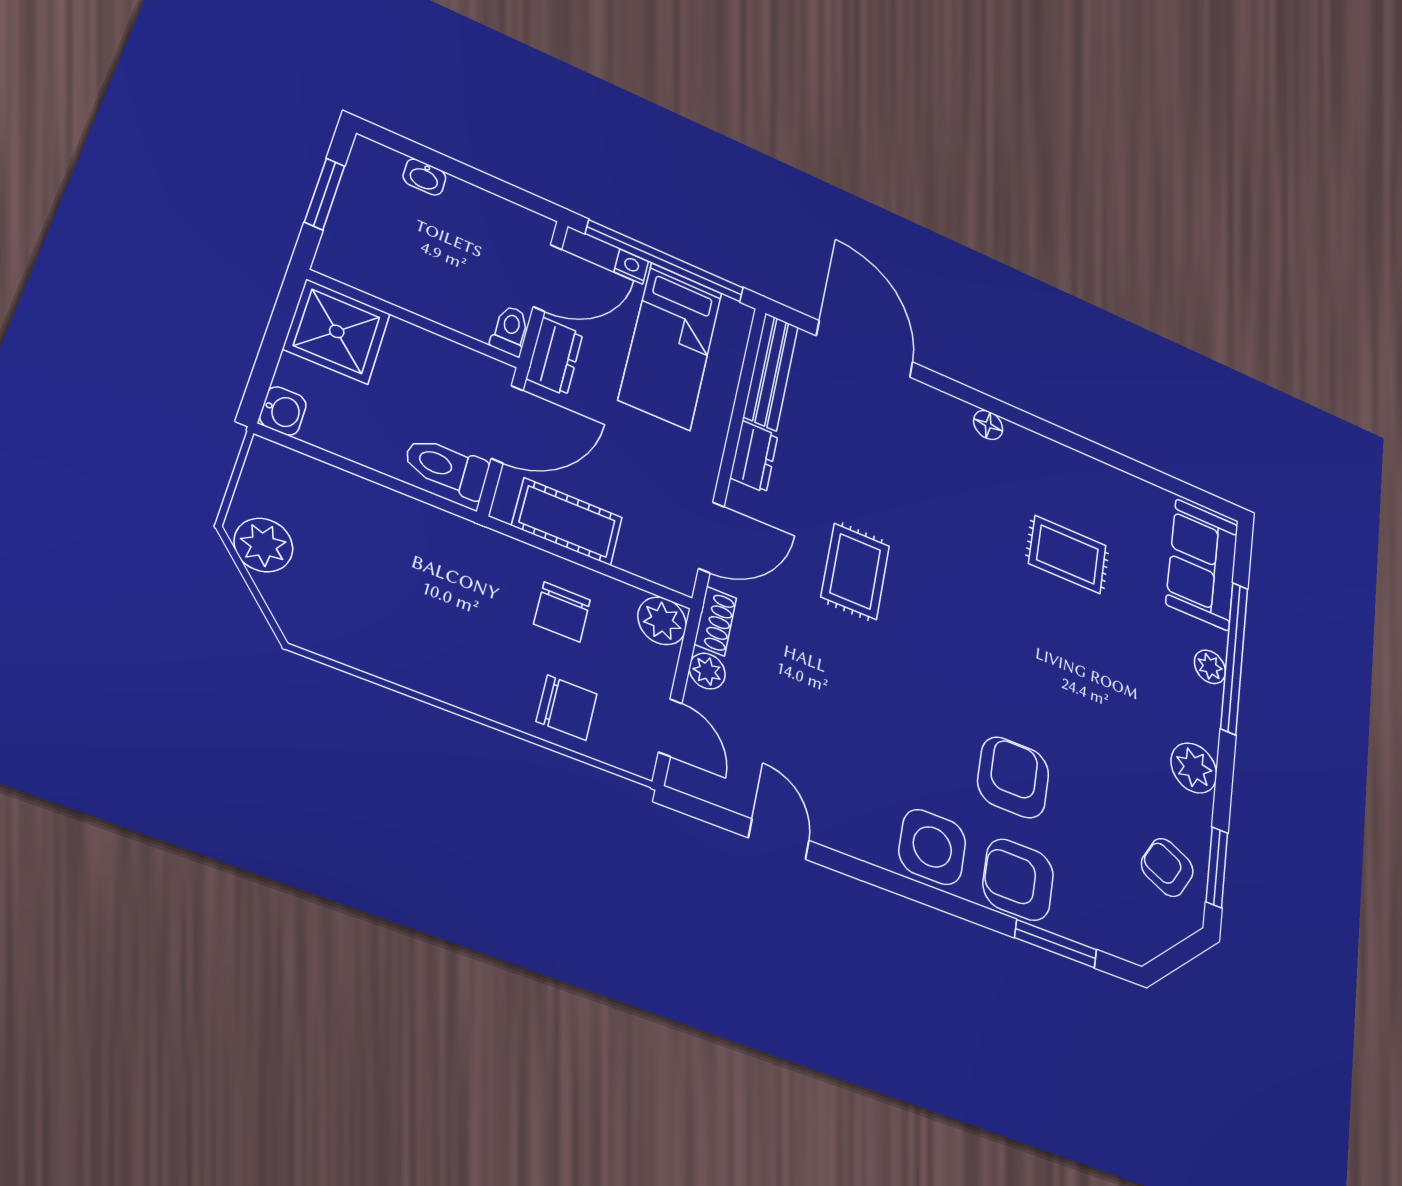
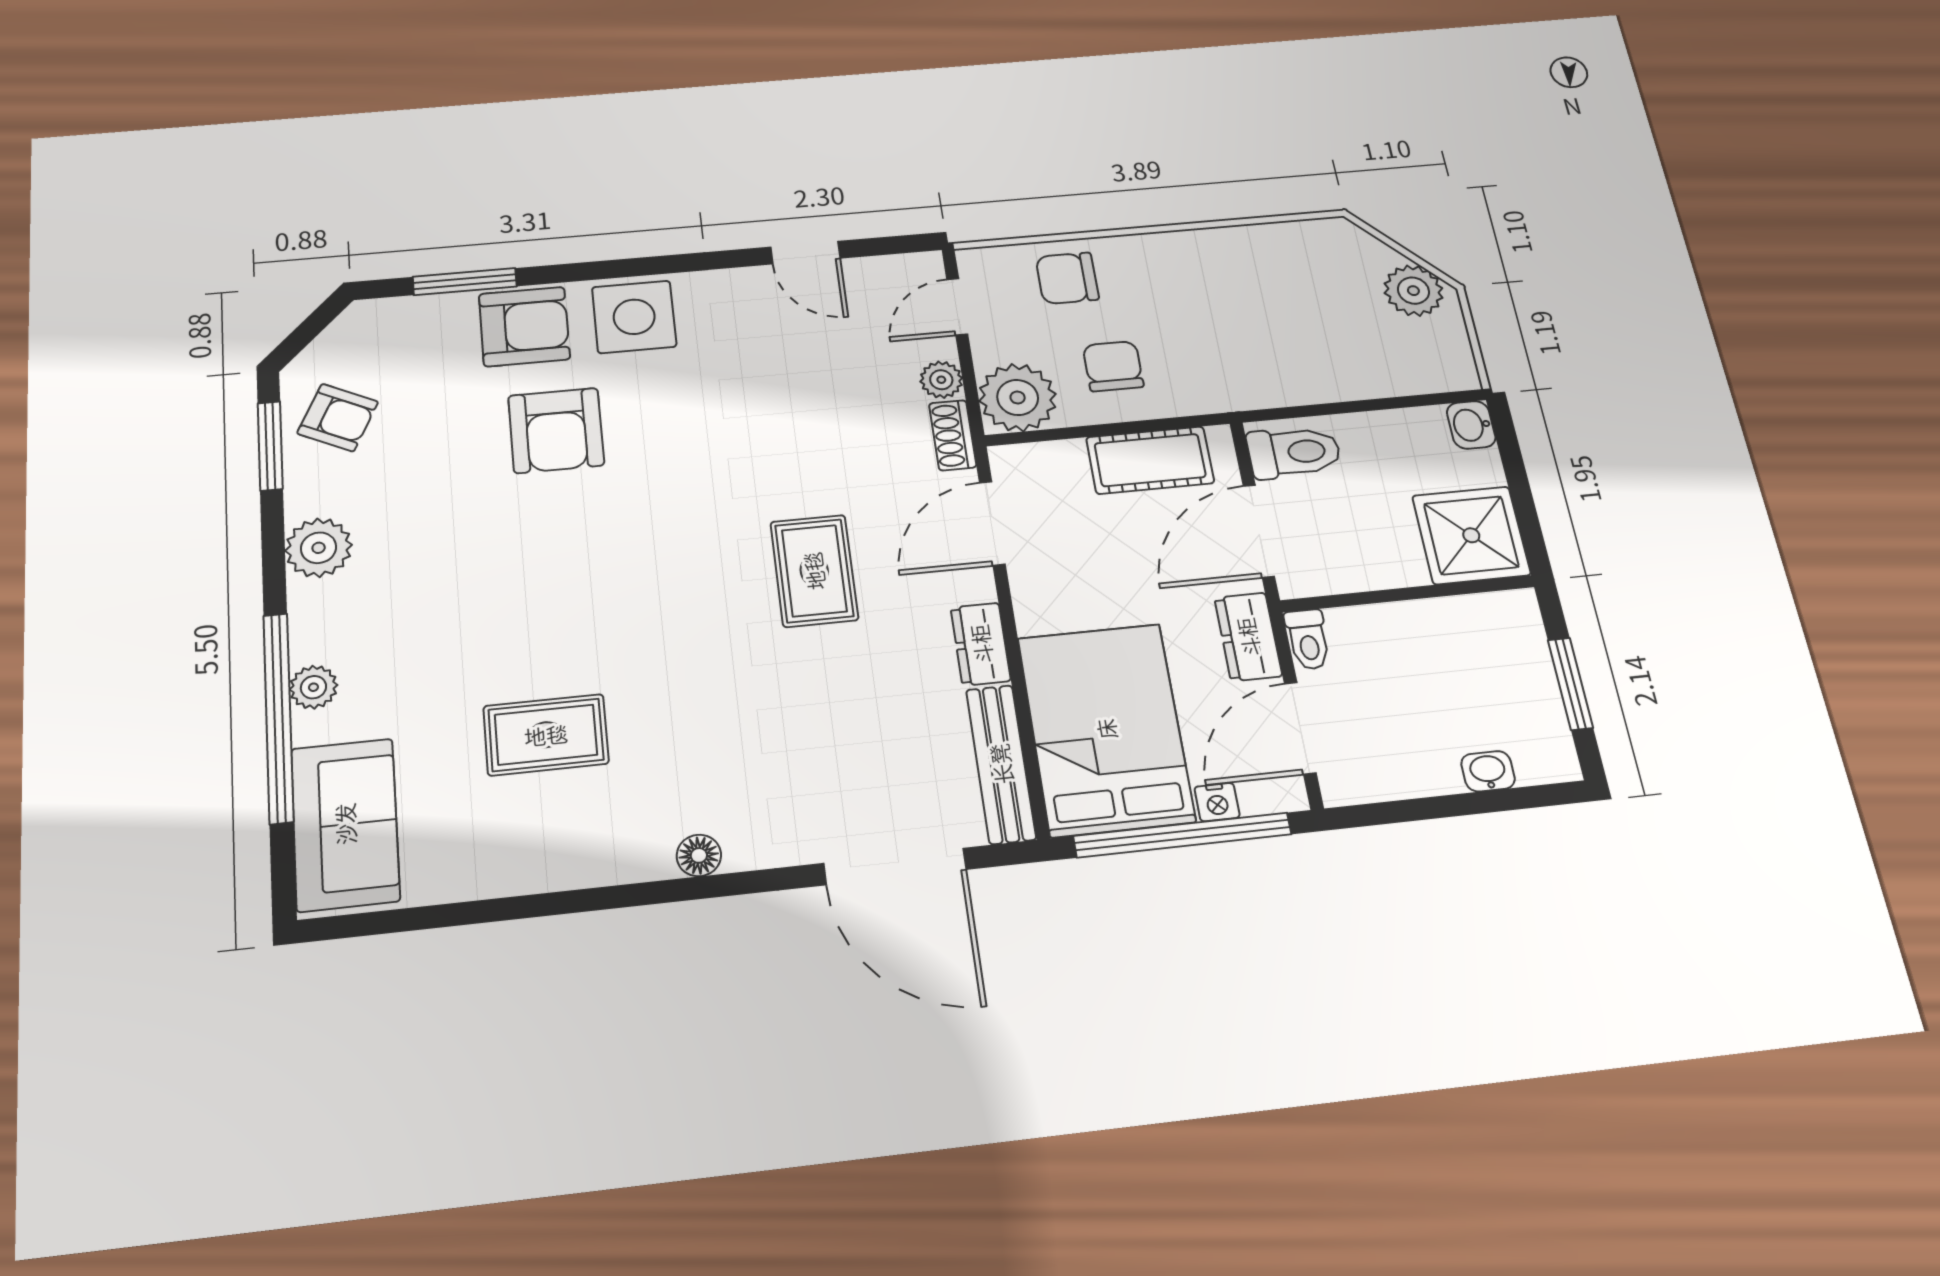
bed: (671, 346) -> (1106, 729), width x1.50
plant: (662, 621) -> (1018, 398), width x1.36, depth x1.36
door: (670, 728) -> (957, 307), hinge flipped

